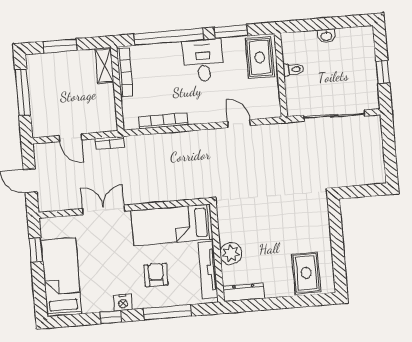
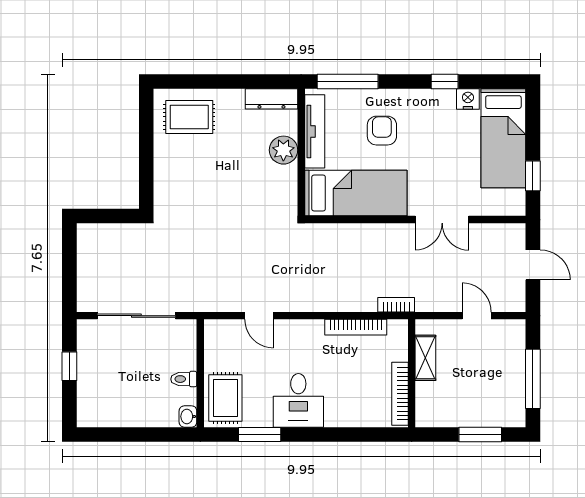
washbasin: (326, 36) -> (188, 416), moved, turned -90
window: (169, 37) -> (340, 435), removed
shelving: (104, 66) -> (425, 358), moved
bookcase: (110, 143) -> (396, 305), moved
rug: (306, 273) -> (189, 117), turned 90
armchair: (156, 275) -> (382, 131), turned 180
nightstand: (123, 302) -> (468, 99), moved
window: (167, 312) -> (348, 81), moved

